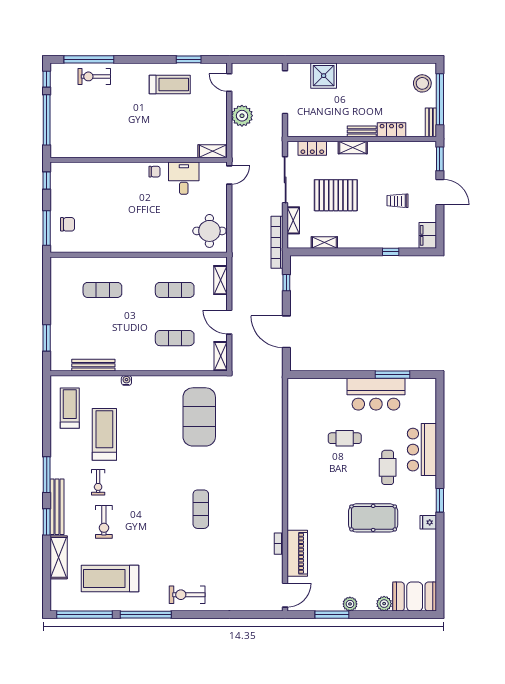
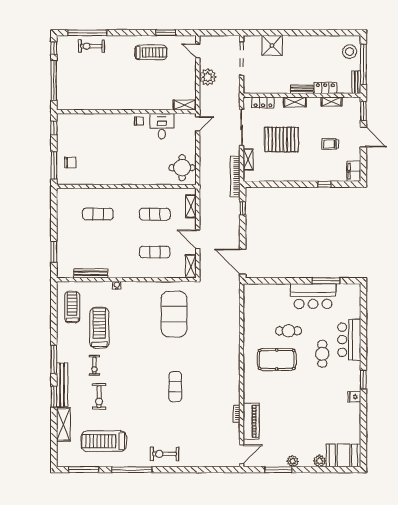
shelving: (324, 243) -> (331, 102), moved
door: (286, 332) -> (243, 262), moved
pool table: (373, 518) -> (277, 359), moved
window: (84, 615) -> (84, 470), width x0.68

